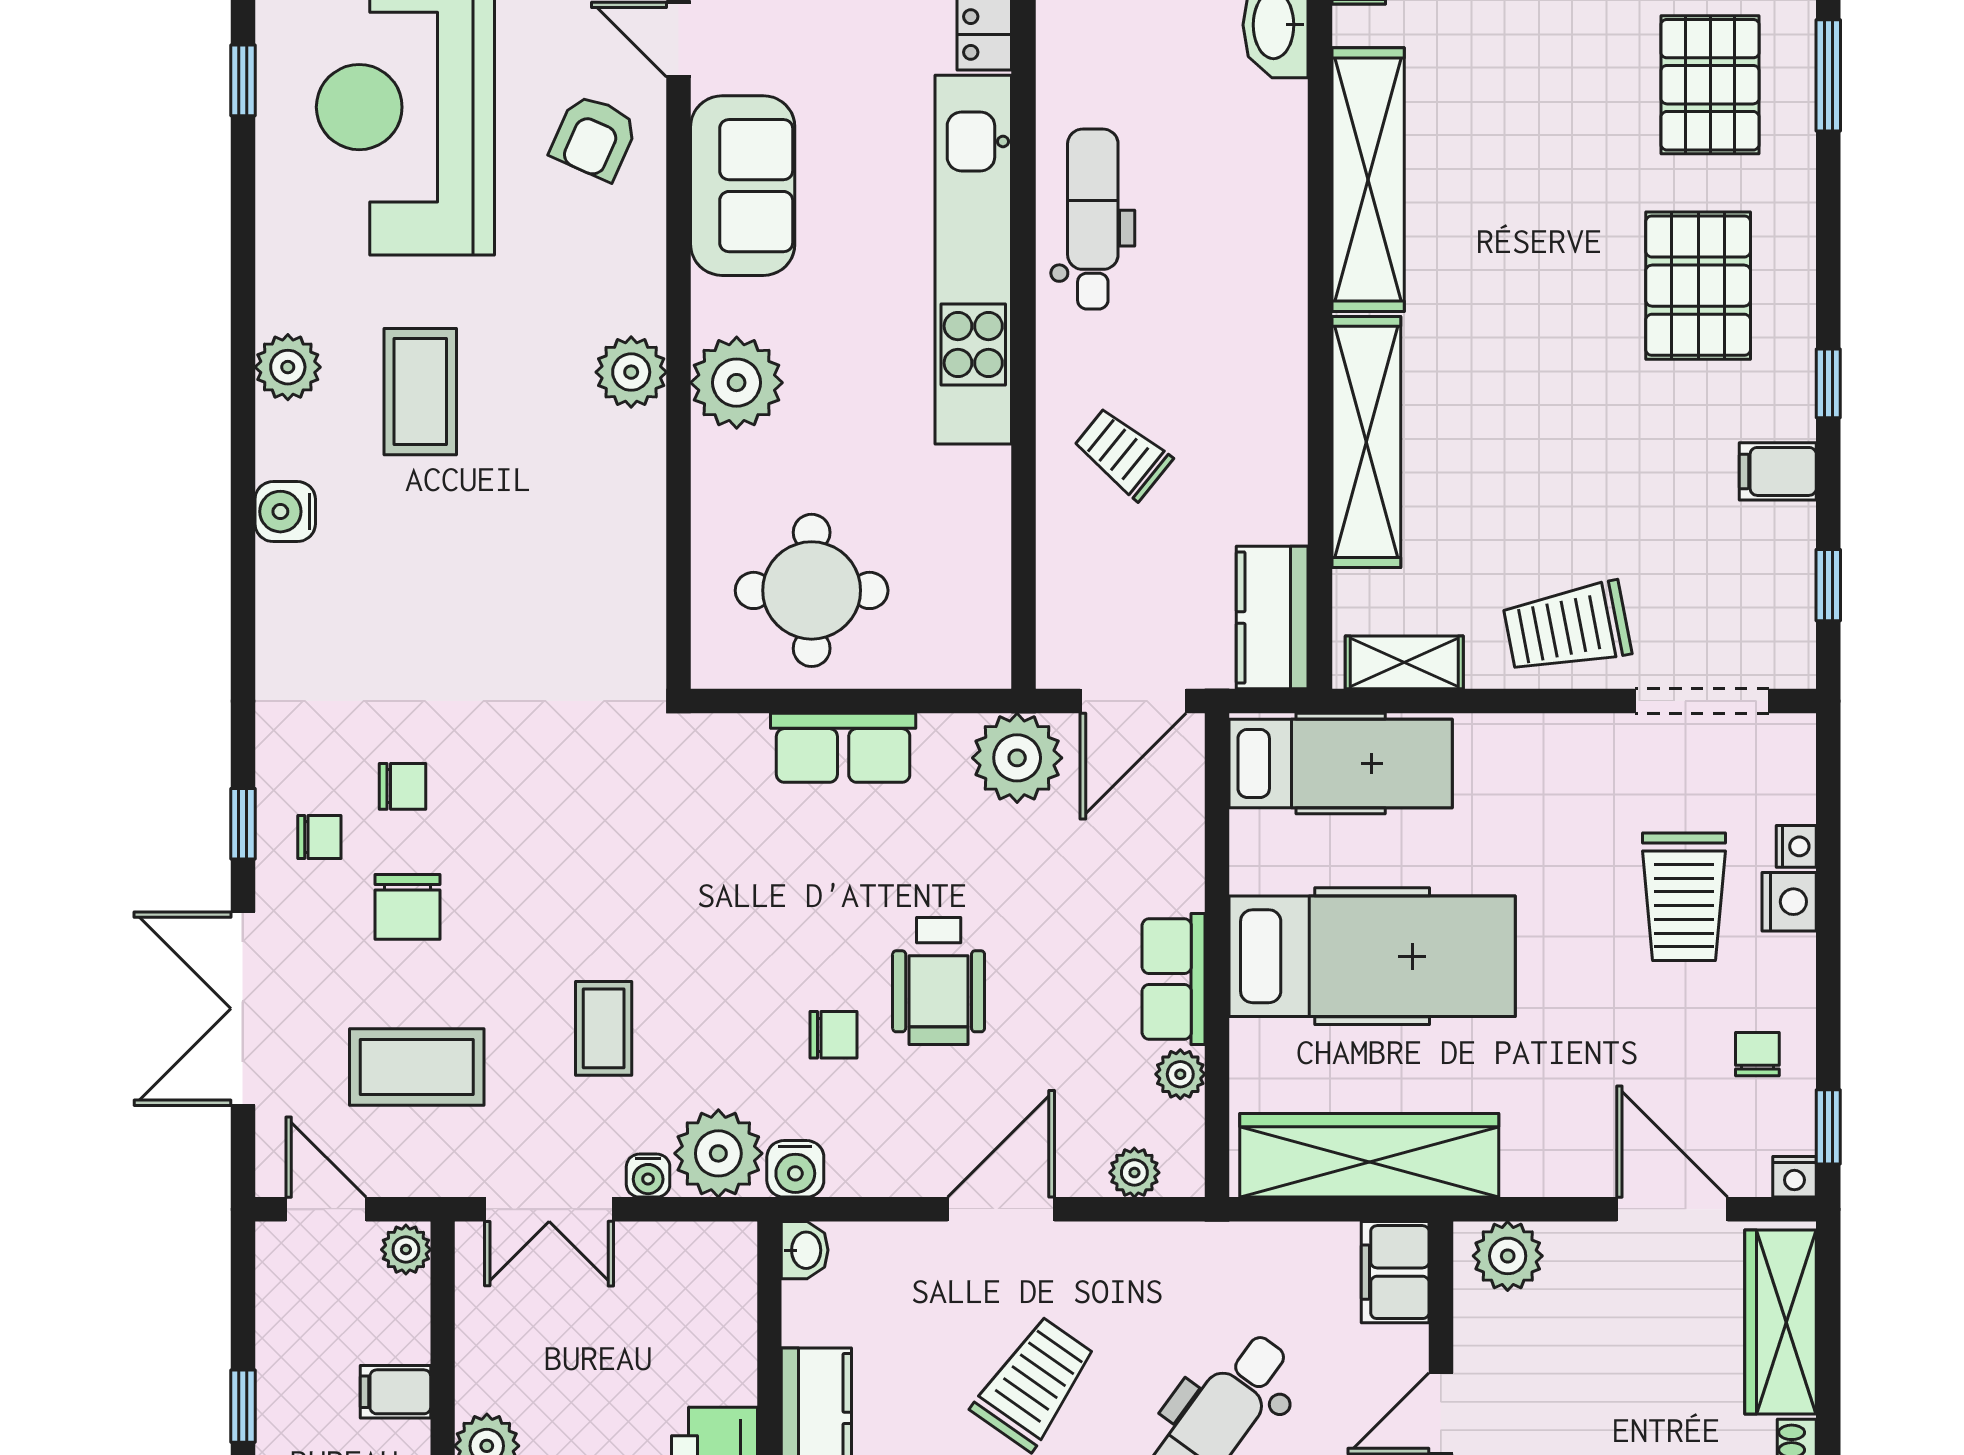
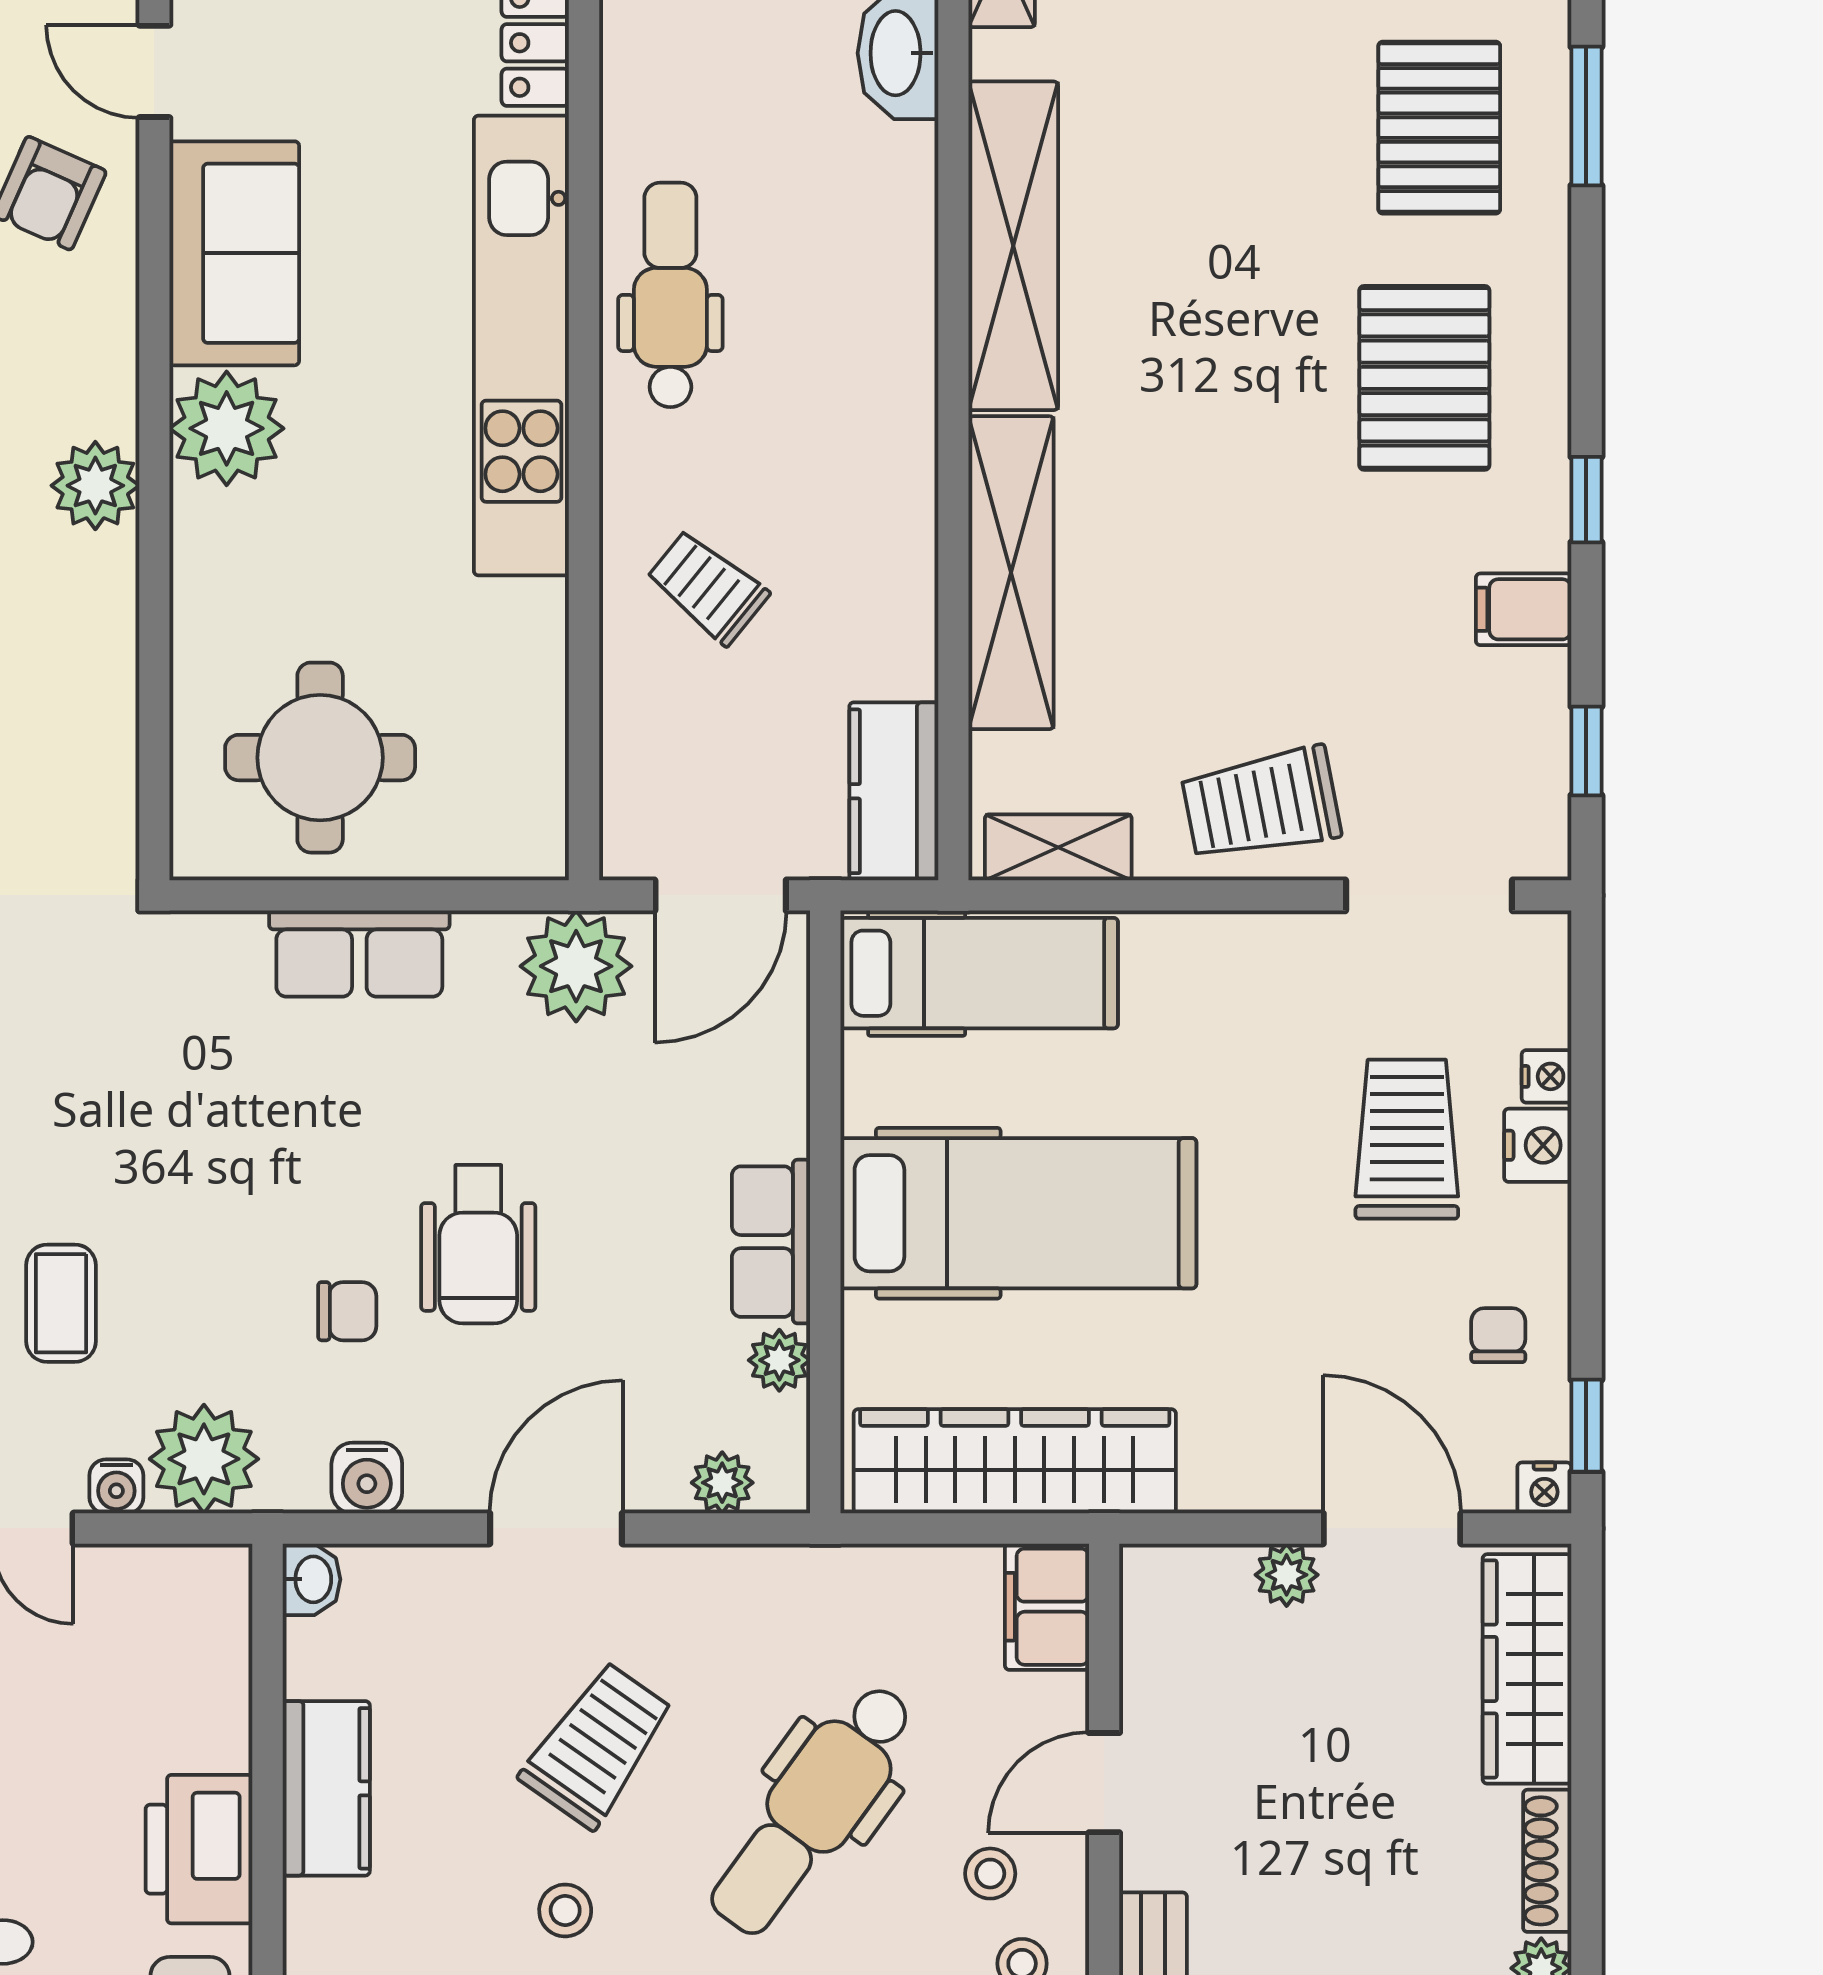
plant: (737, 383) -> (227, 428), moved
trolley: (1684, 897) -> (1407, 1139), turned 180
water cooler: (795, 1169) -> (367, 1478), moved
plant: (1508, 1256) -> (1287, 1575), moved, width x0.73, depth x0.73

